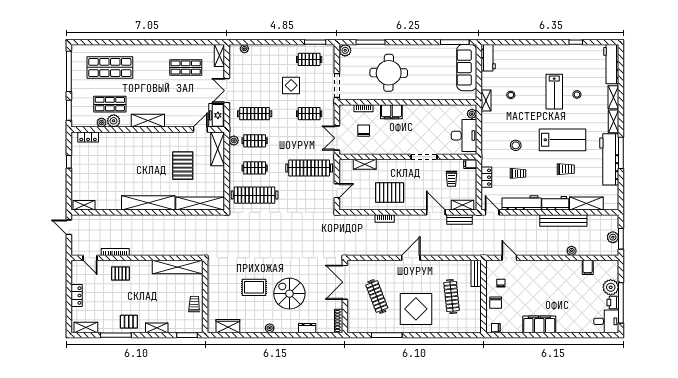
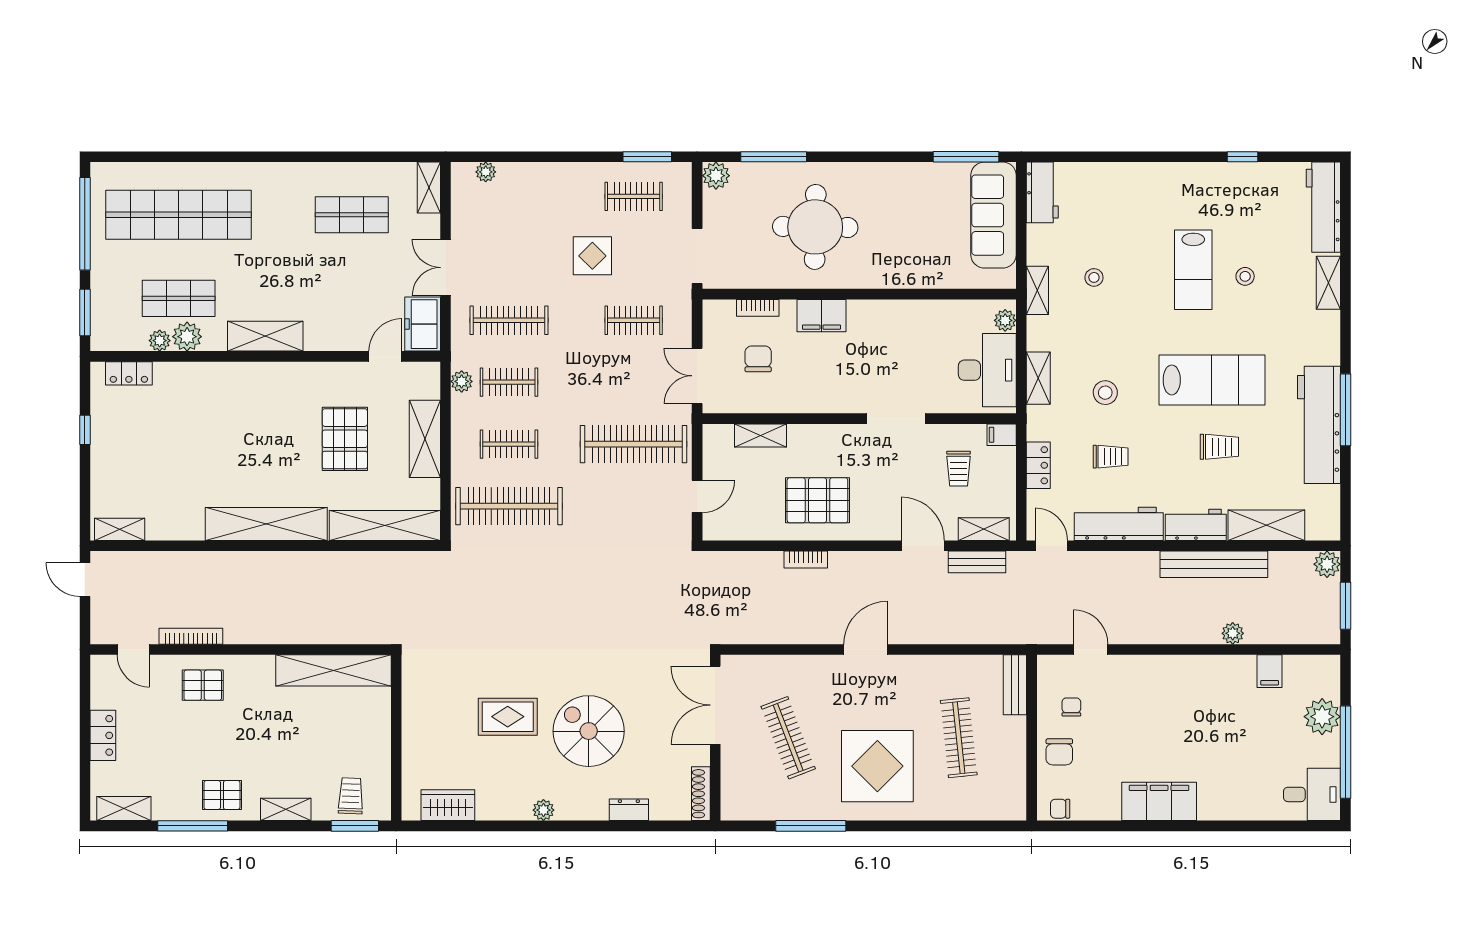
shop shelf: (110, 67) -> (179, 215), width x1.40
shelving: (614, 121) -> (1038, 378), moved
shelving: (218, 149) -> (425, 439), moved
plant: (613, 237) -> (1327, 564), moved
printer: (613, 303) -> (1327, 751), removed
trolley: (194, 304) -> (351, 796), moved

